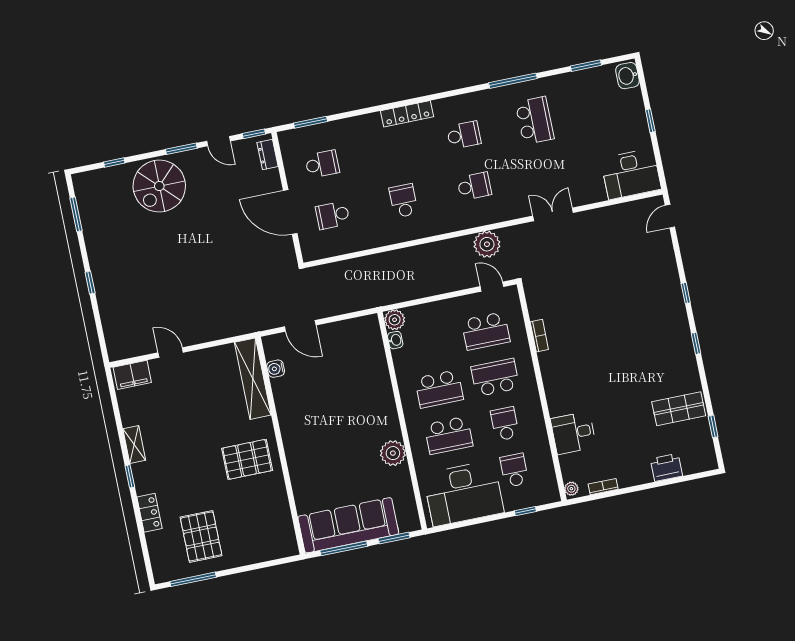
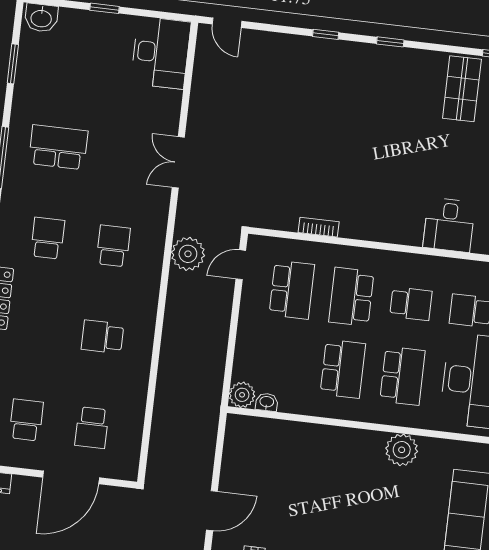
school desk: (505, 424) -> (411, 304), turned 180

